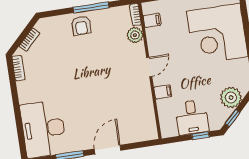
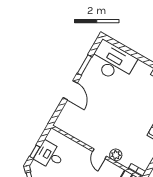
plant: (135, 35) -> (116, 155), moved
filing cabinet: (163, 92) -> (78, 150), removed

